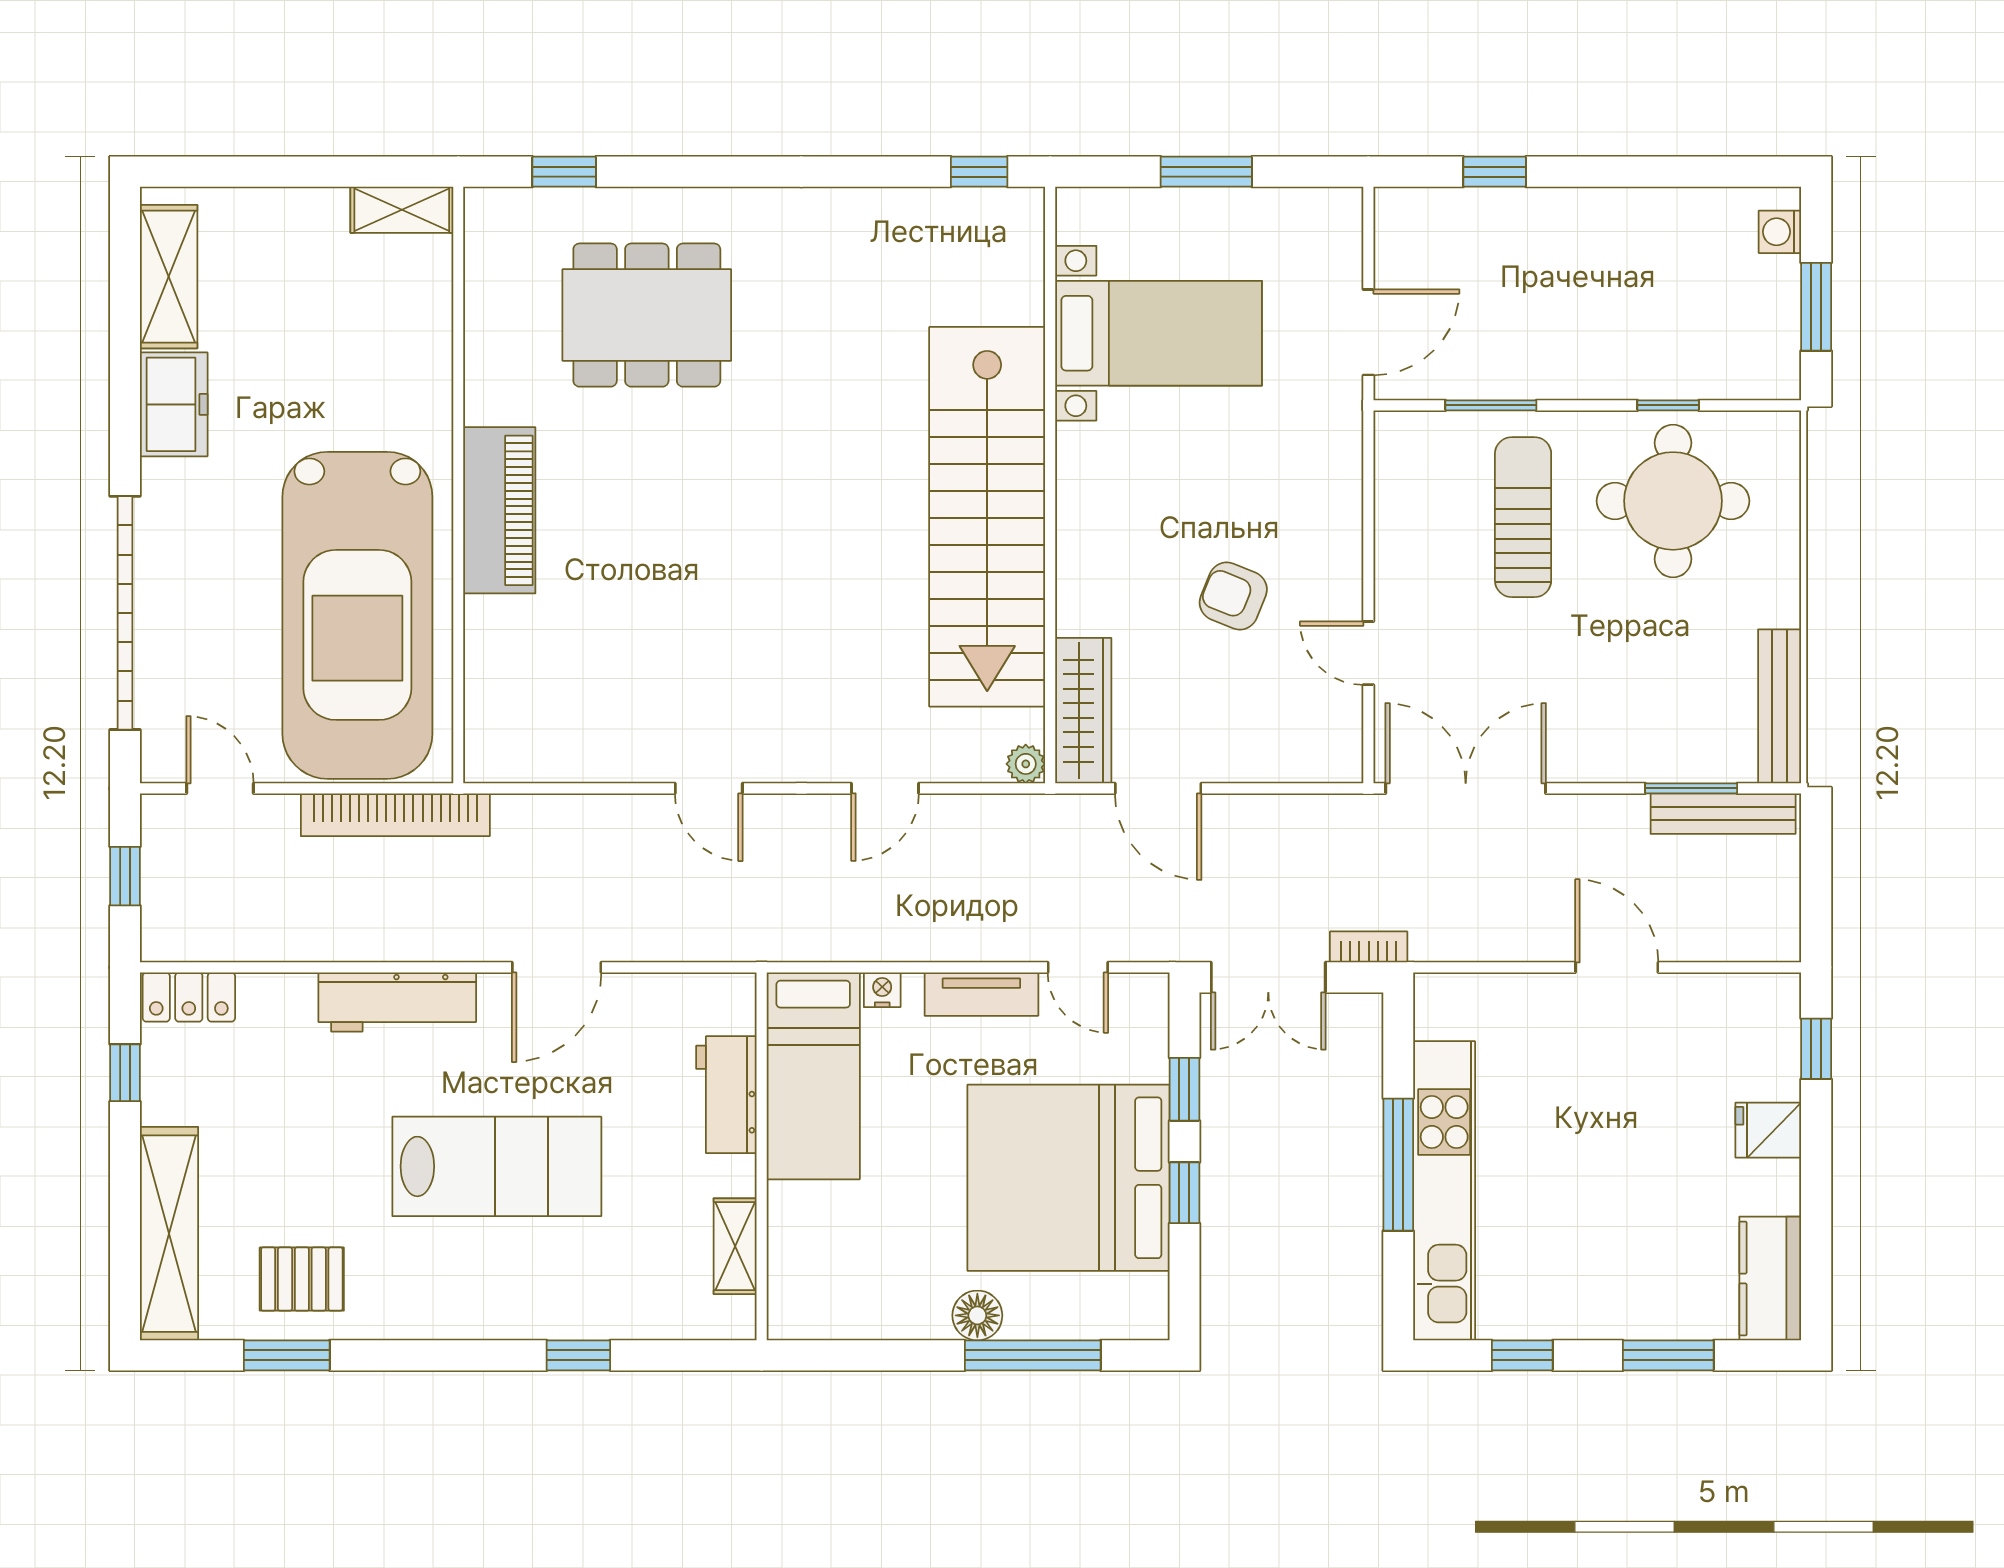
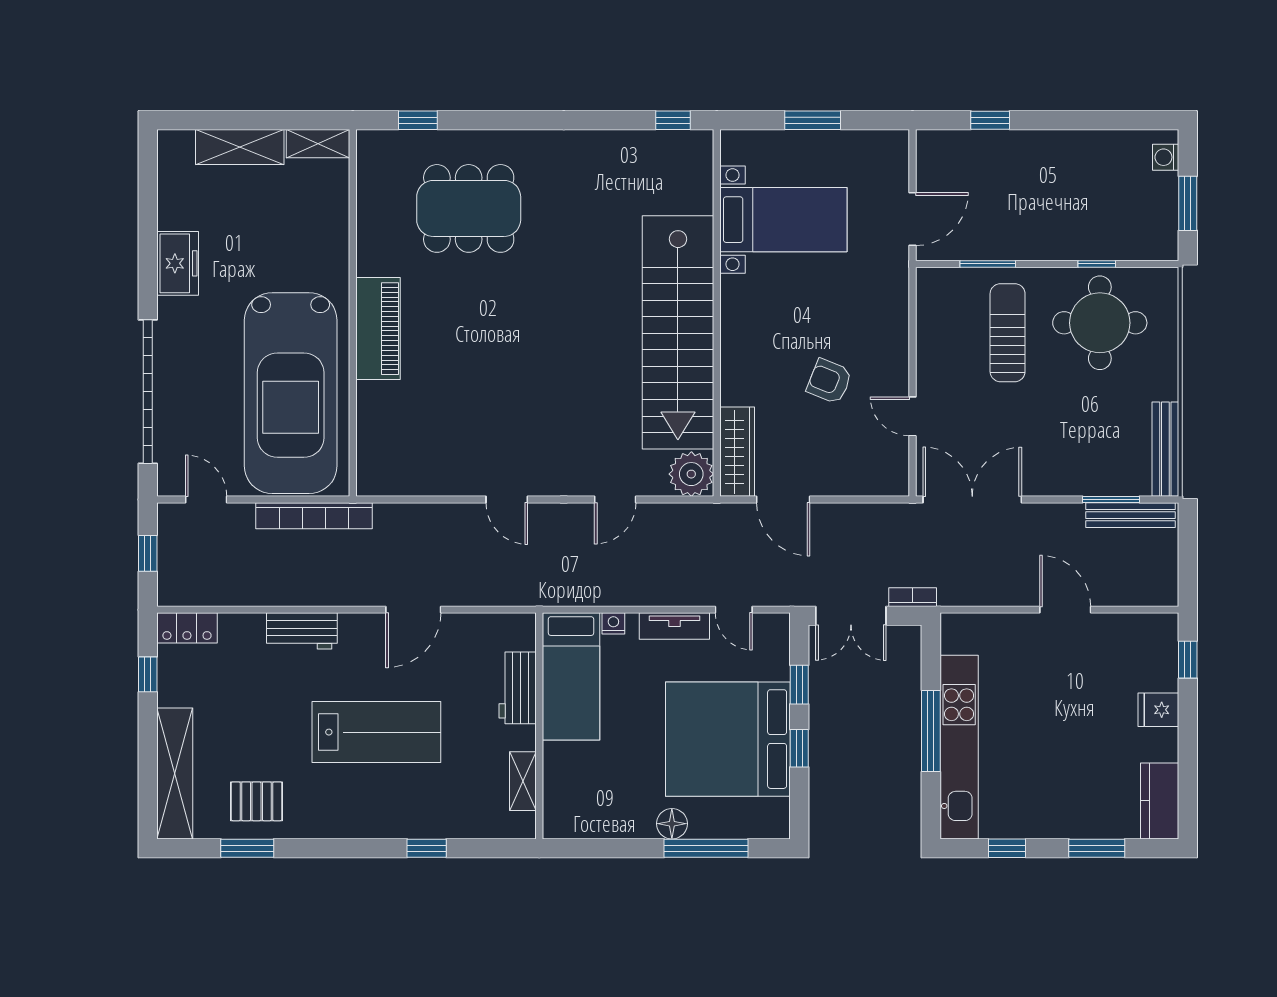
shelving: (169, 277) -> (240, 147), moved, turned 90
plant: (1026, 764) -> (691, 474), width x1.87, depth x1.87
workbench: (397, 1002) -> (302, 631), width x0.73

